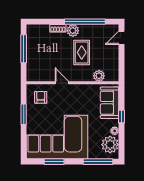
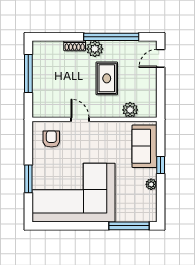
window: (24, 114) -> (28, 179), moved
plant: (110, 145) -> (145, 203), removed
window: (54, 162) -> (69, 226), removed

